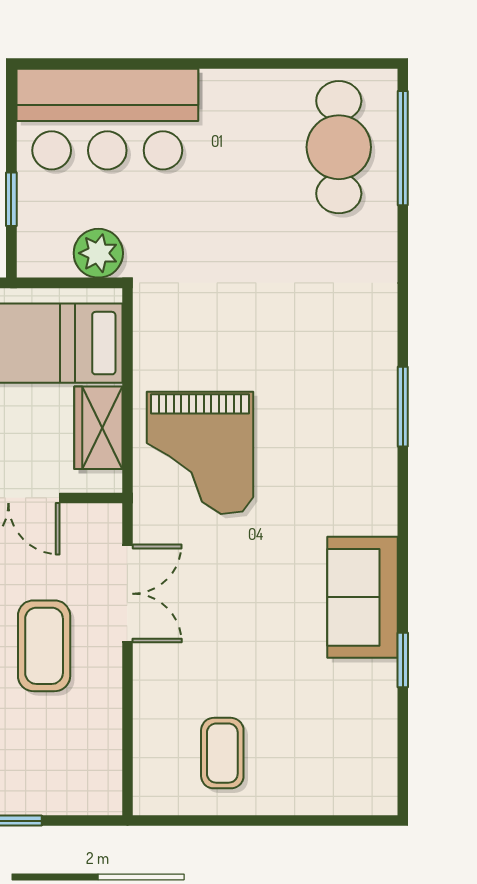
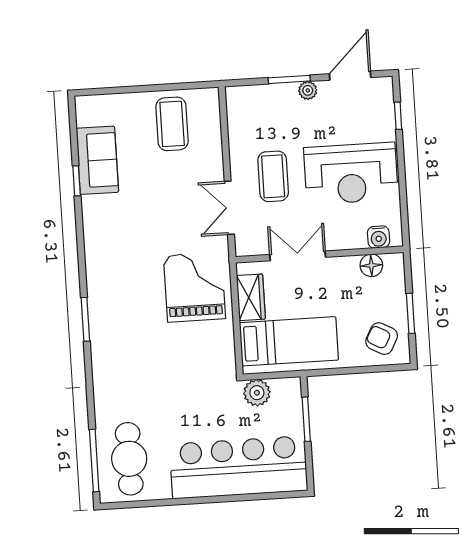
bar counter: (107, 119) -> (239, 467), width x1.36
window: (11, 199) -> (306, 419), width x1.50
sofa: (363, 597) -> (97, 160), moved
coffee table: (222, 753) -> (172, 124), width x1.36, depth x1.30

